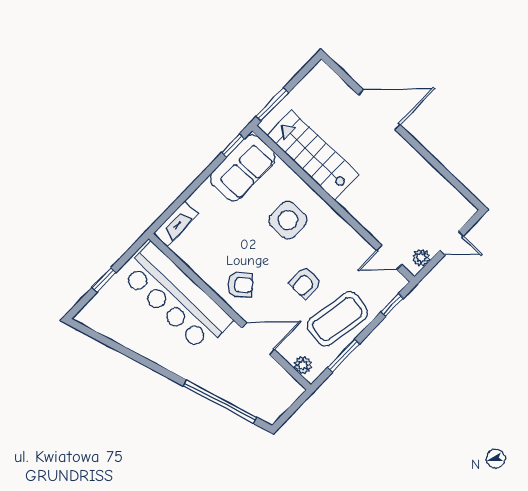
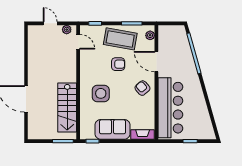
sofa: (243, 168) -> (113, 129), moved

